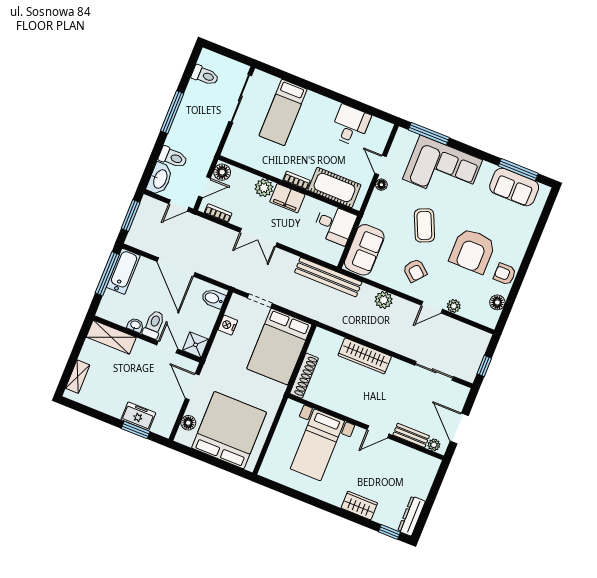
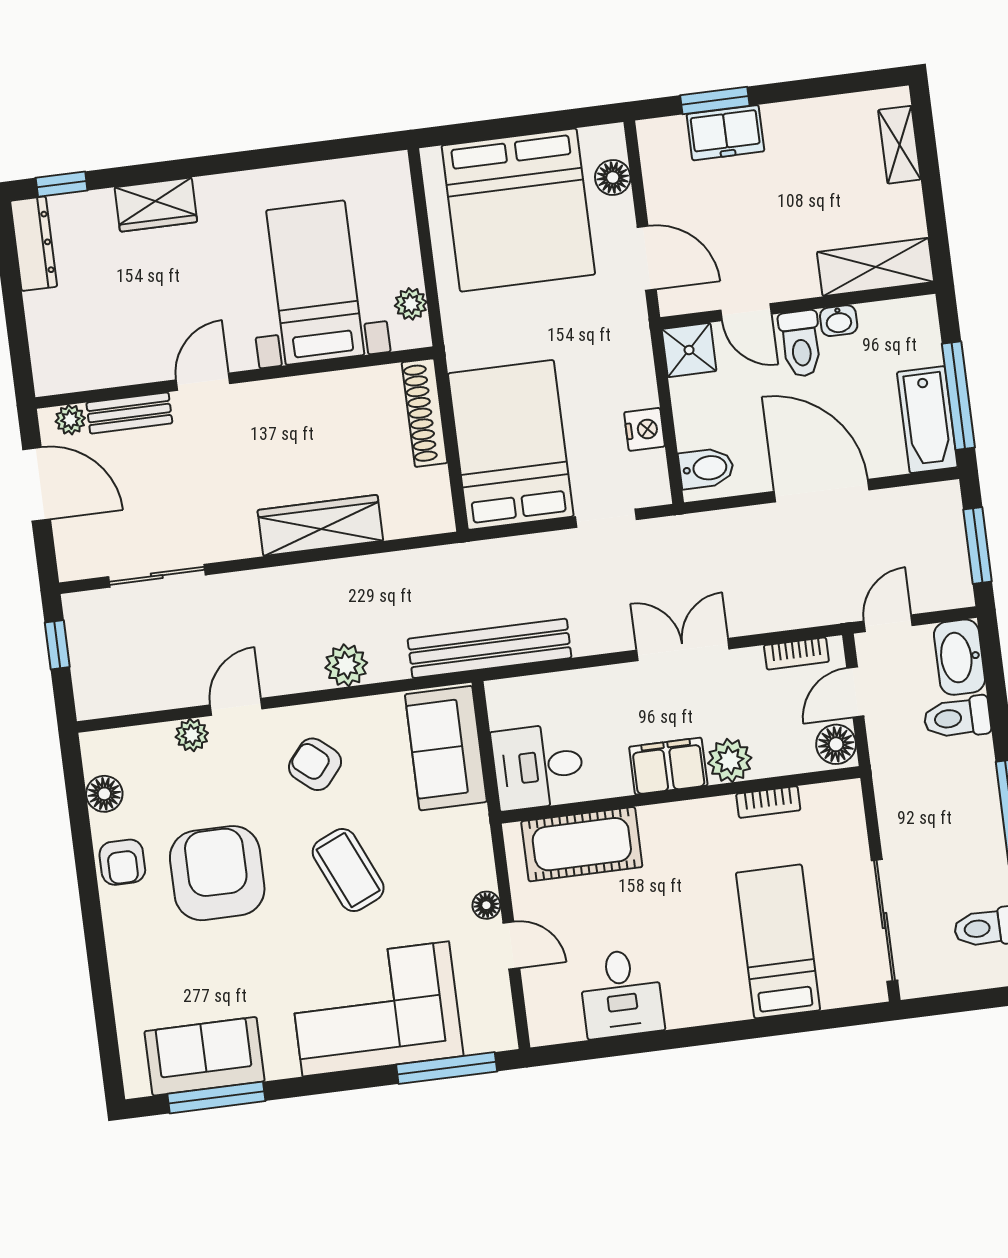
bookcase: (297, 180) -> (768, 802), moved
armchair: (505, 274) -> (122, 862), turned 90
plant: (287, 418) -> (411, 304), added

